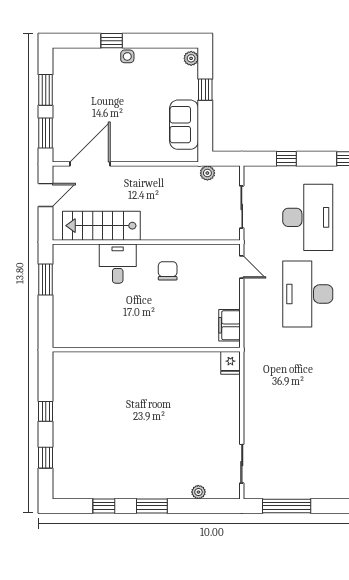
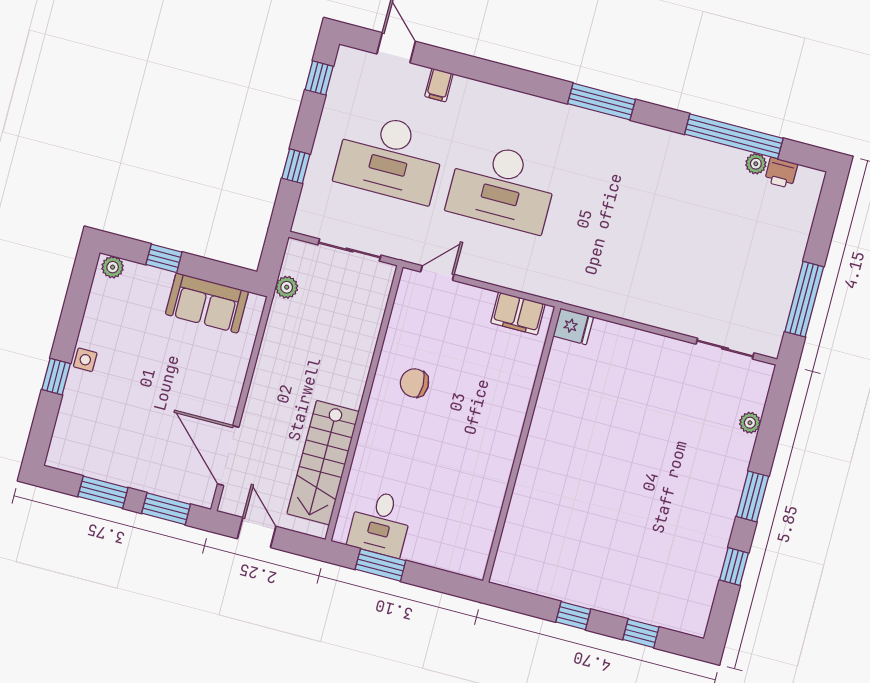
desk: (308, 217) -> (390, 157), turned 180
desk: (118, 264) -> (380, 523), moved, turned -90

